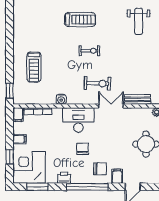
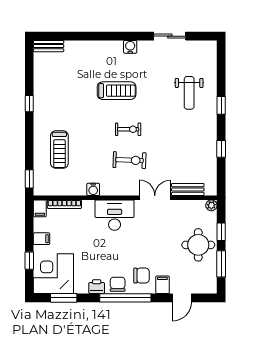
window: (10, 30) -> (29, 104), added
exercise bike: (98, 83) -> (130, 160), moved
chair: (83, 149) -> (118, 284), moved

